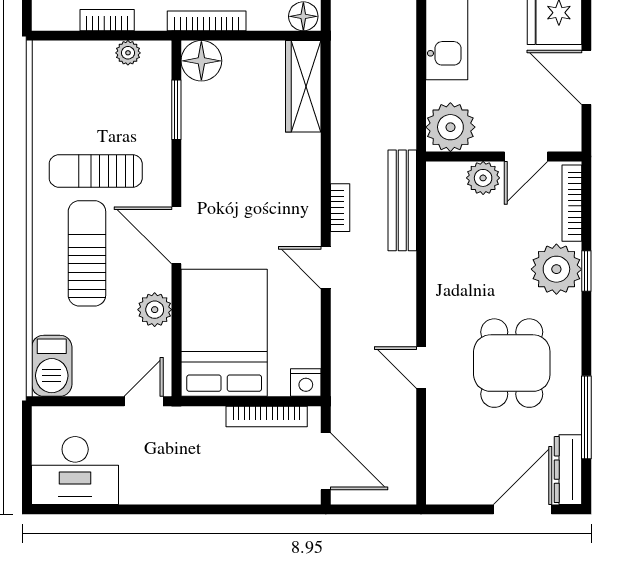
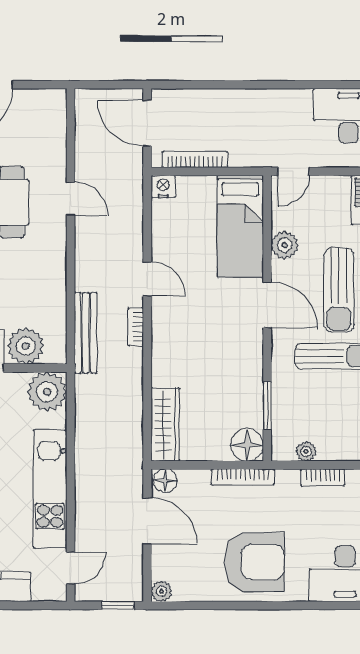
plant: (483, 178) -> (26, 346), width x1.36, depth x1.36
bed: (224, 333) -> (240, 226), width x0.67

